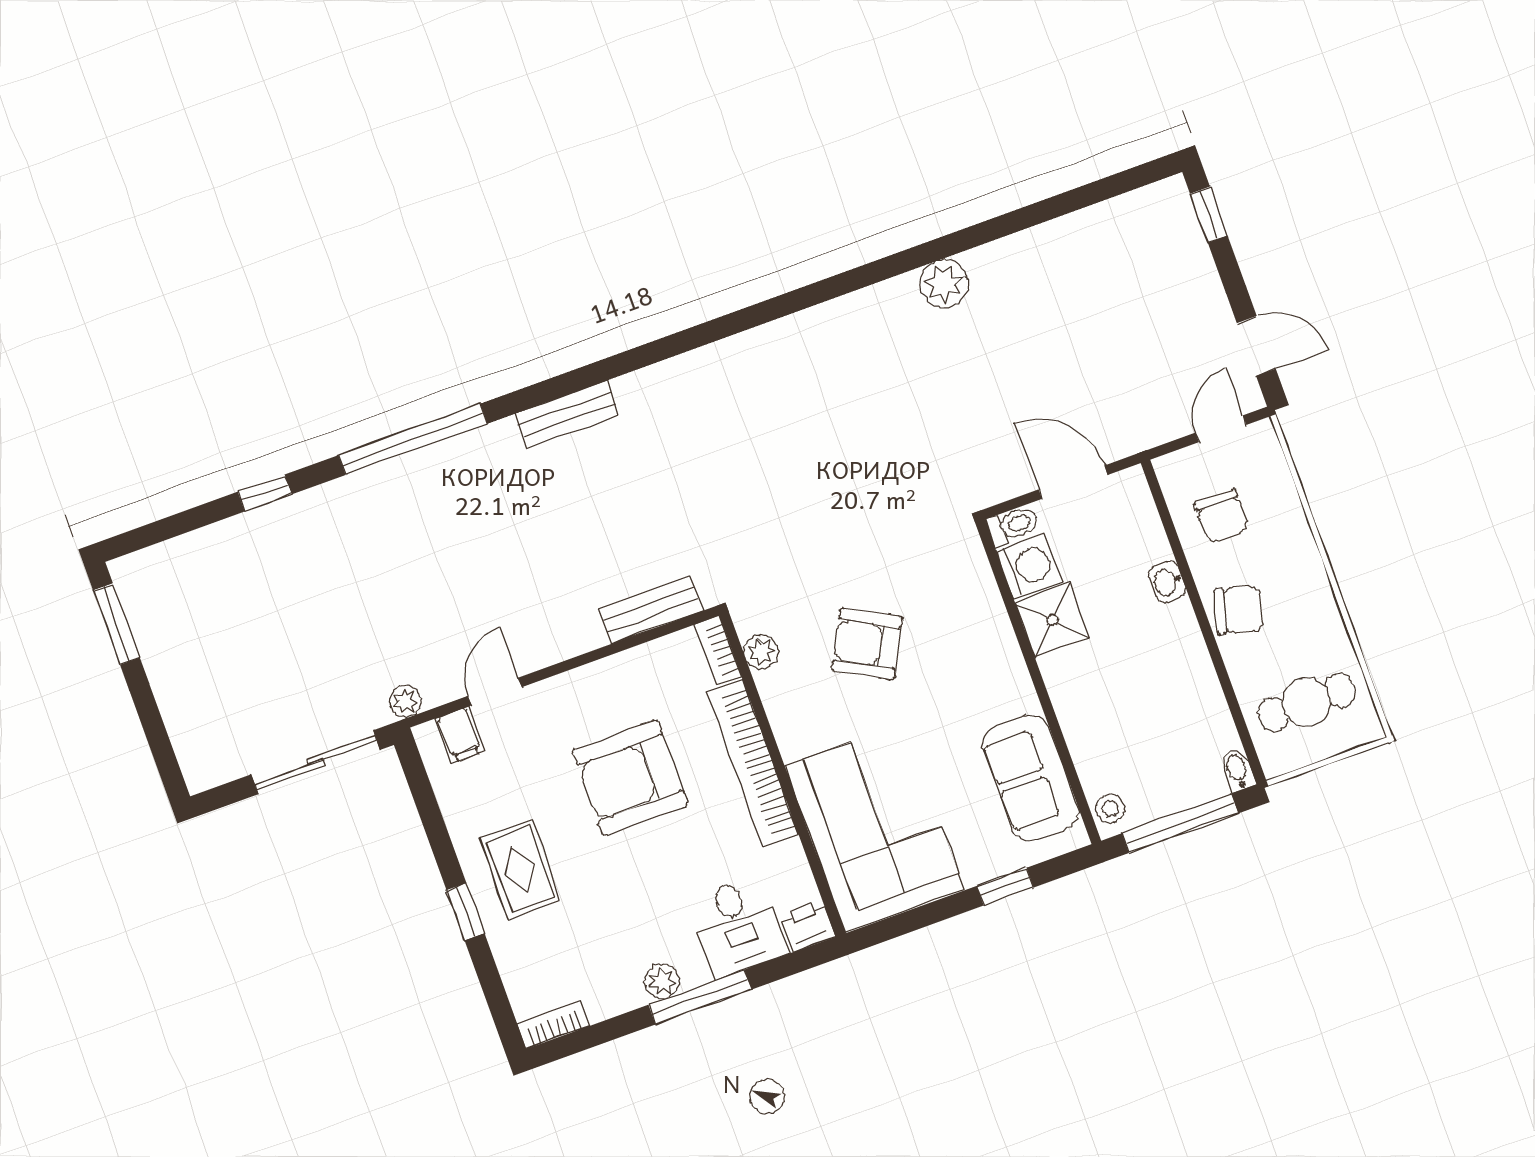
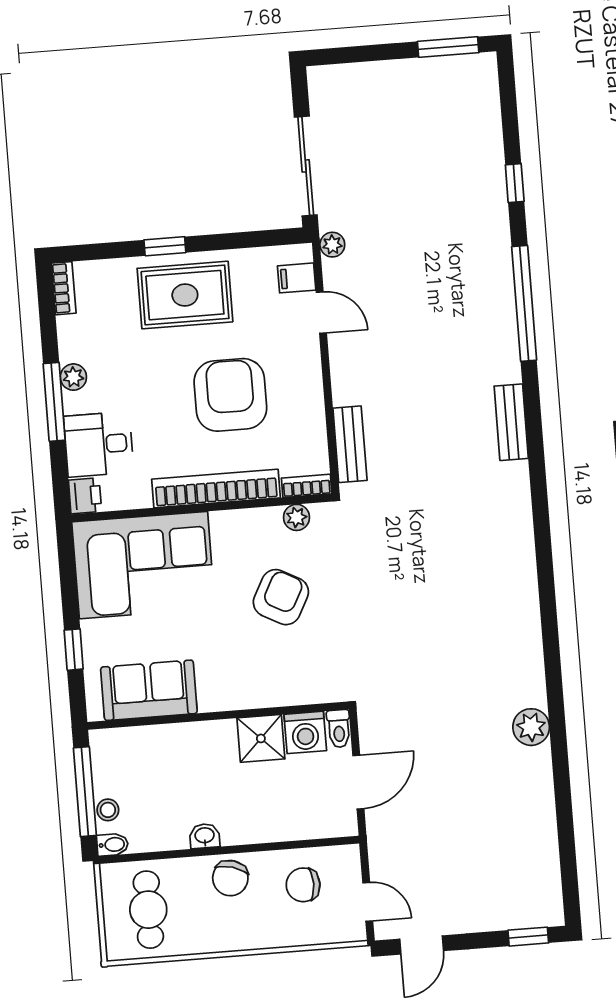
washbasin: (1167, 582) -> (205, 836), moved
stool: (1110, 809) -> (108, 810), moved
rug: (520, 869) -> (185, 295), width x1.36, depth x1.43

